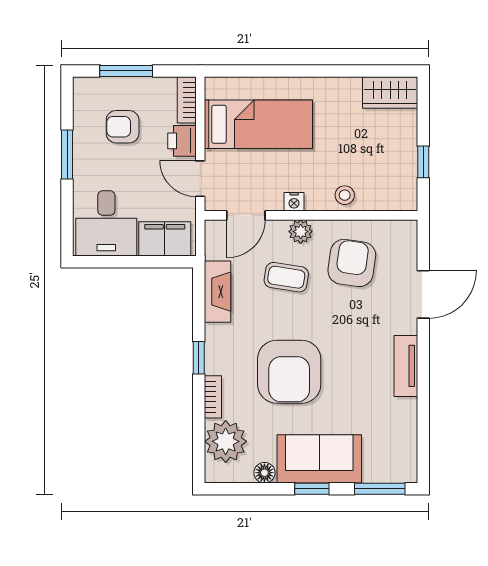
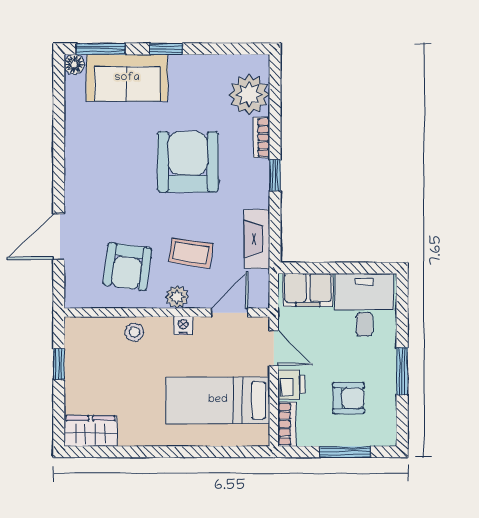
tv unit: (406, 366) -> (75, 167), removed
sofa: (319, 459) -> (127, 78), moved
floor lamp: (264, 473) -> (74, 64), moved

